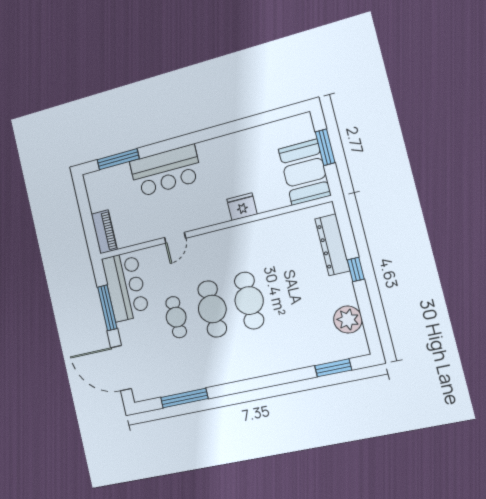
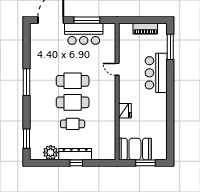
piano: (104, 232) -> (145, 29), moved
dresser: (332, 245) -> (75, 154), moved
bar counter: (125, 287) -> (84, 34), moved
cafe table: (176, 317) -> (73, 124), moved
window: (184, 398) -> (27, 82), moved

